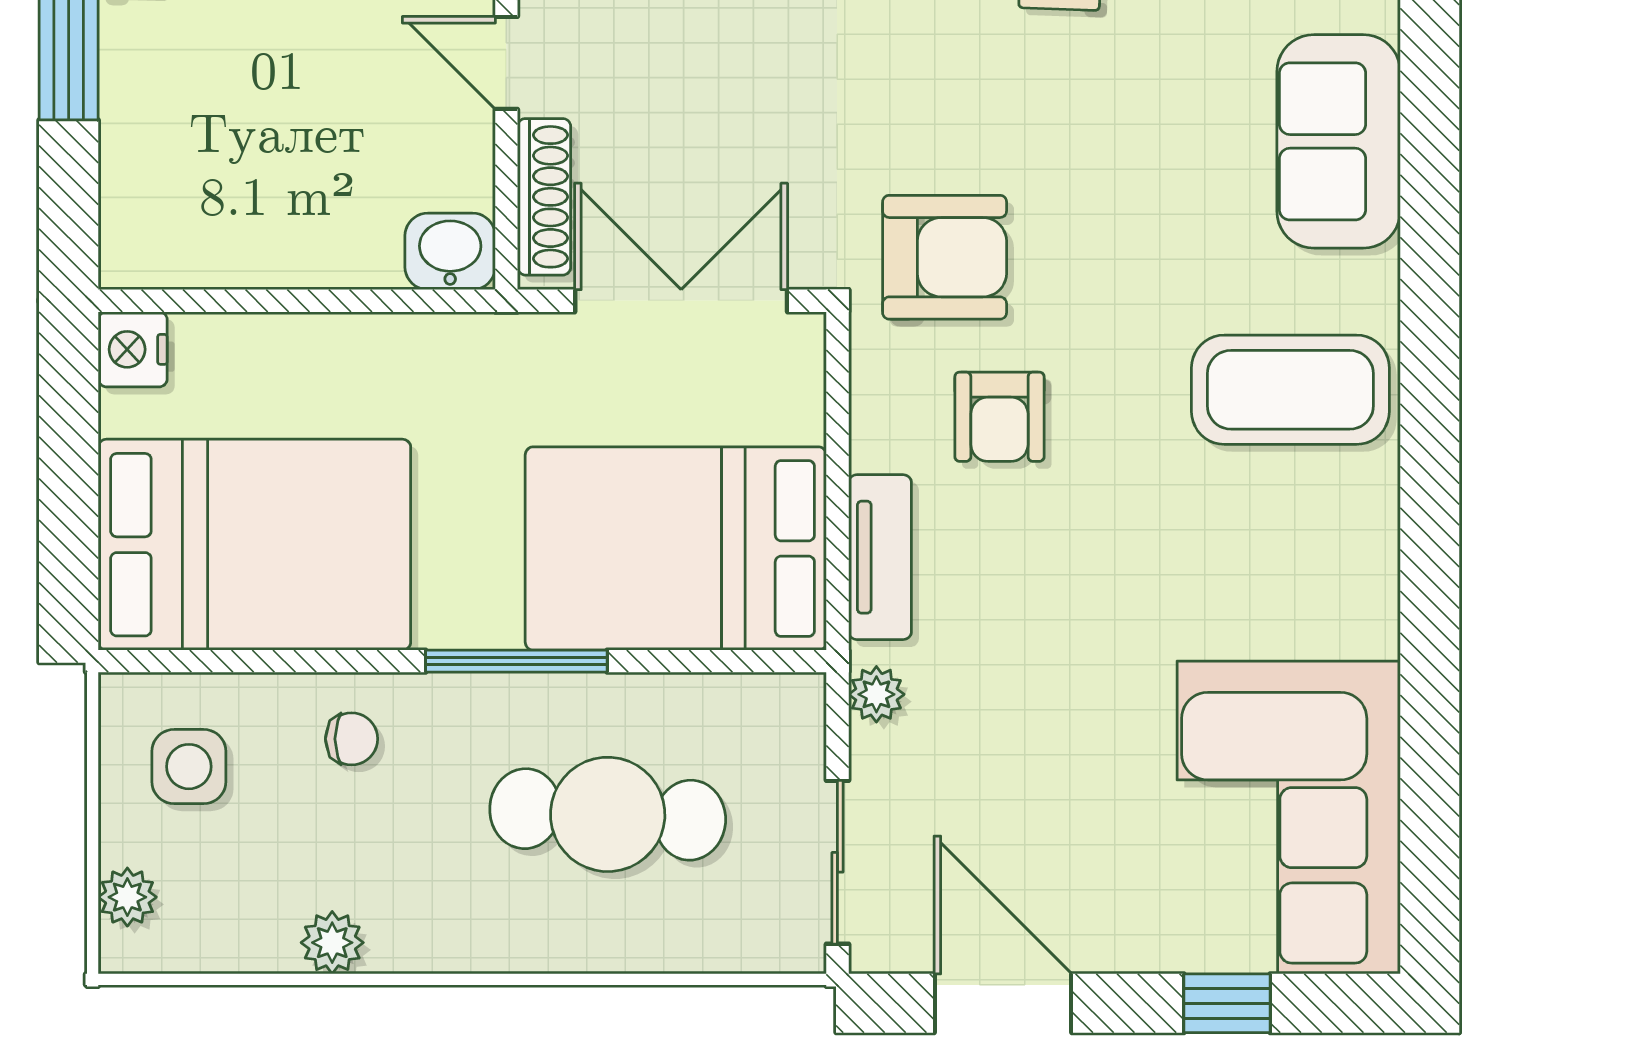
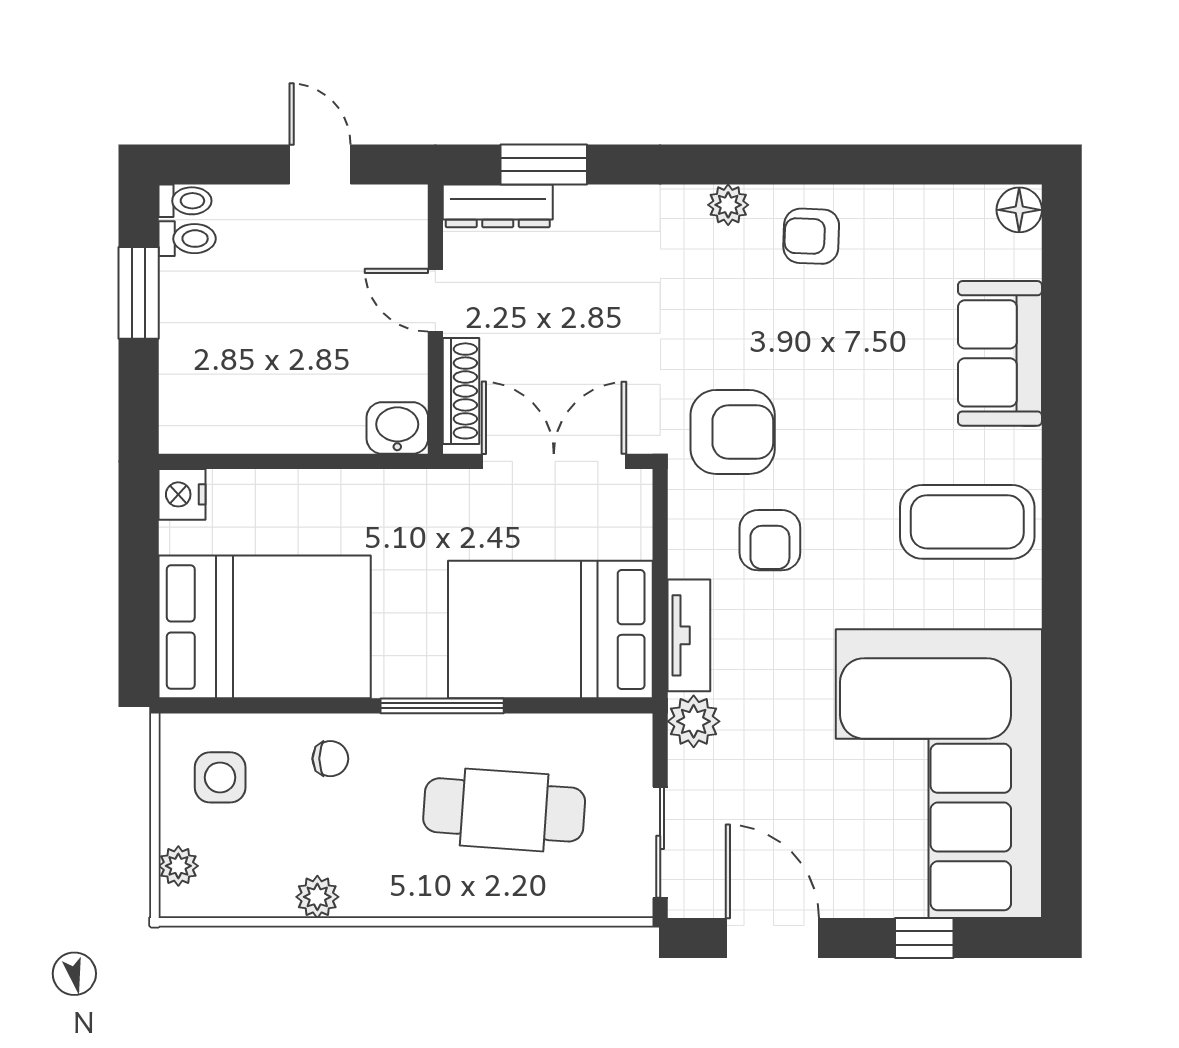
plant: (876, 694) -> (694, 721), width x1.38, depth x1.38
corner sofa: (1289, 817) -> (939, 774), width x1.36, depth x1.36

